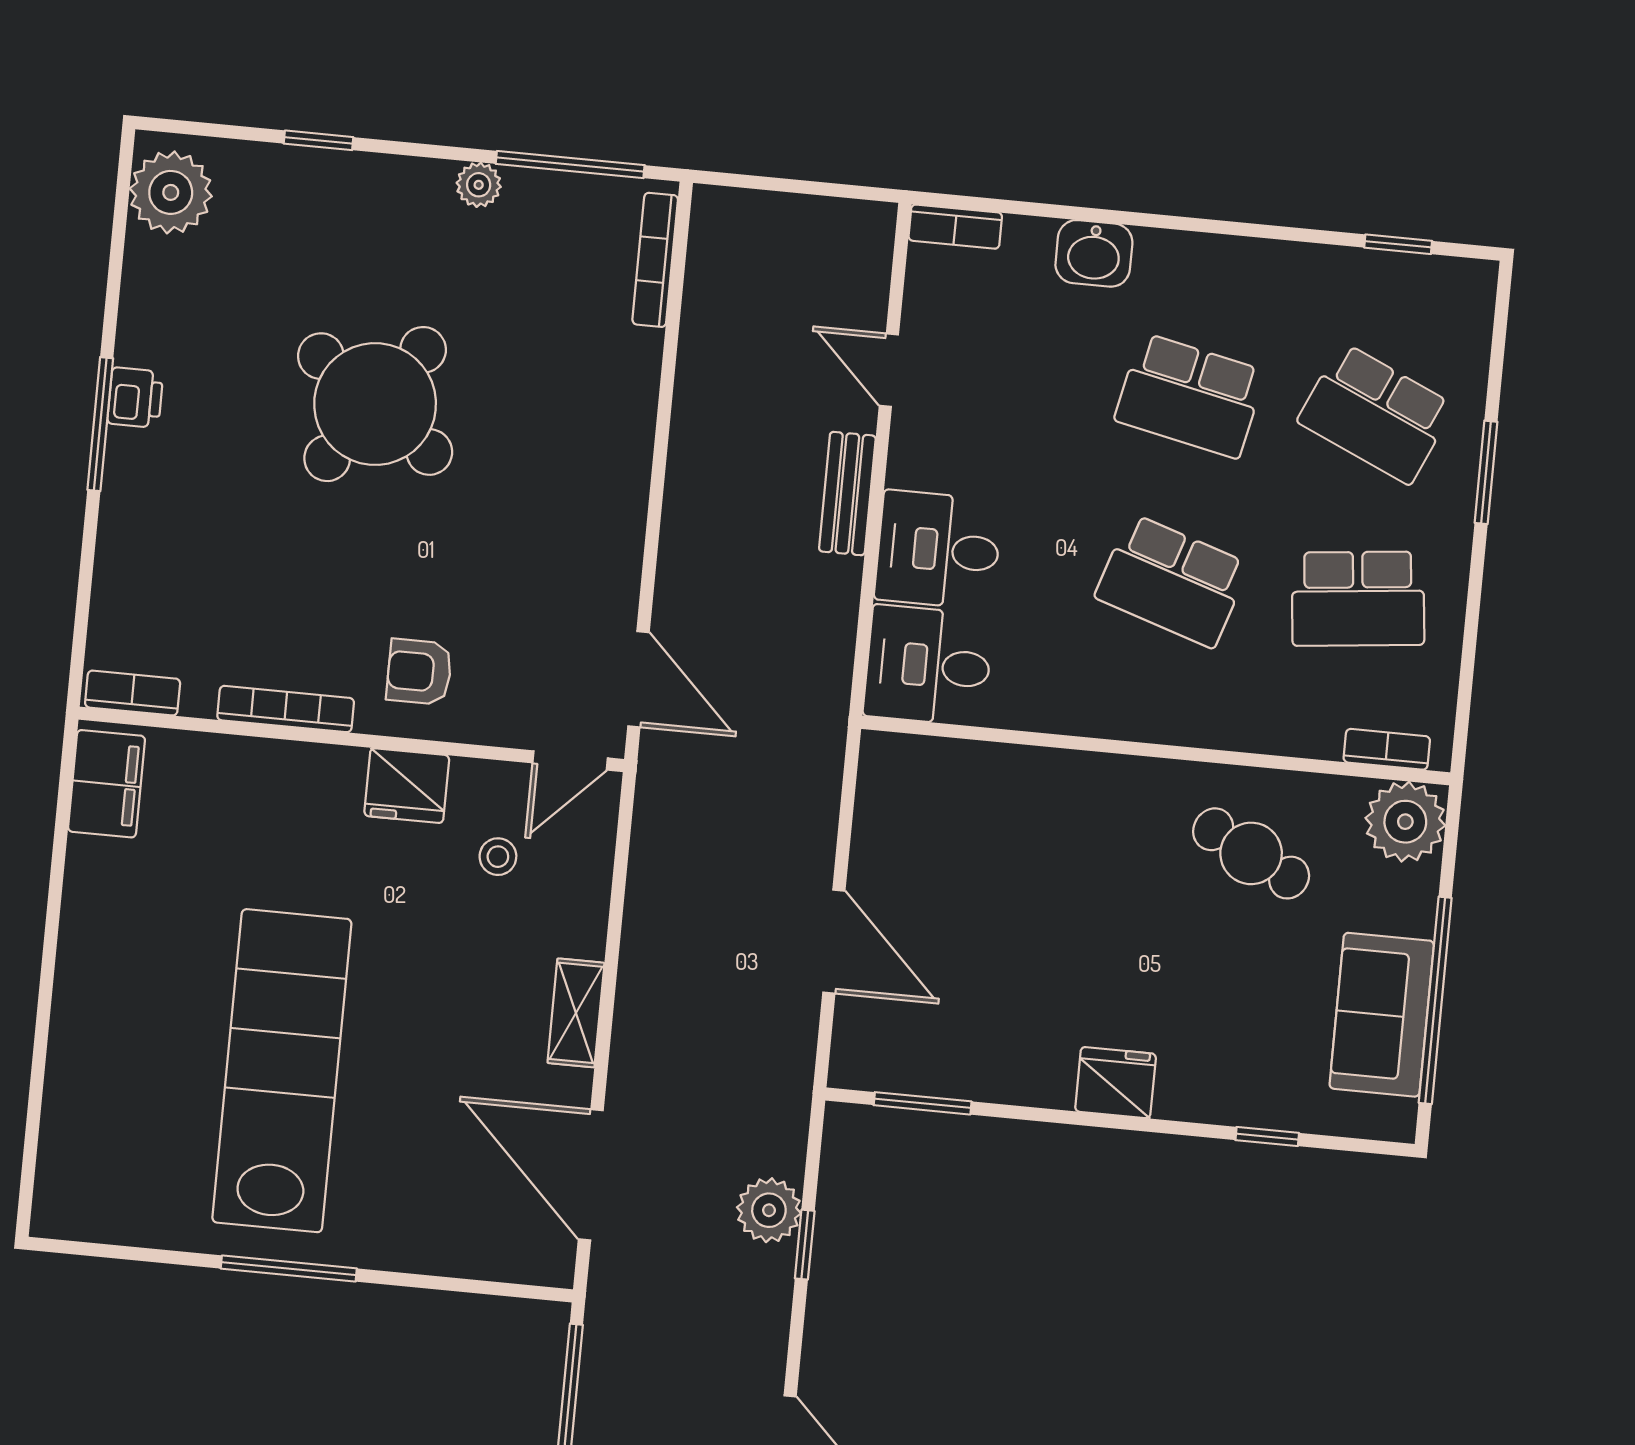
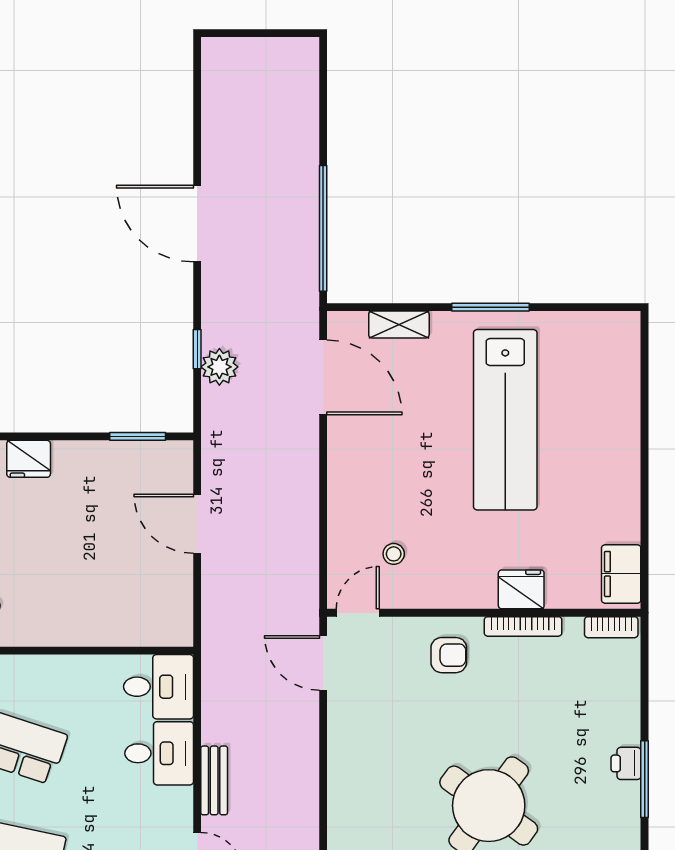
printer: (135, 398) -> (626, 763), moved
fridge: (407, 786) -> (521, 589), moved
shelving: (576, 1013) -> (399, 325), moved, turned 90

